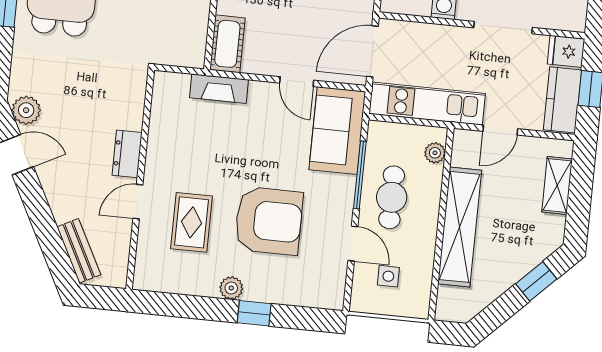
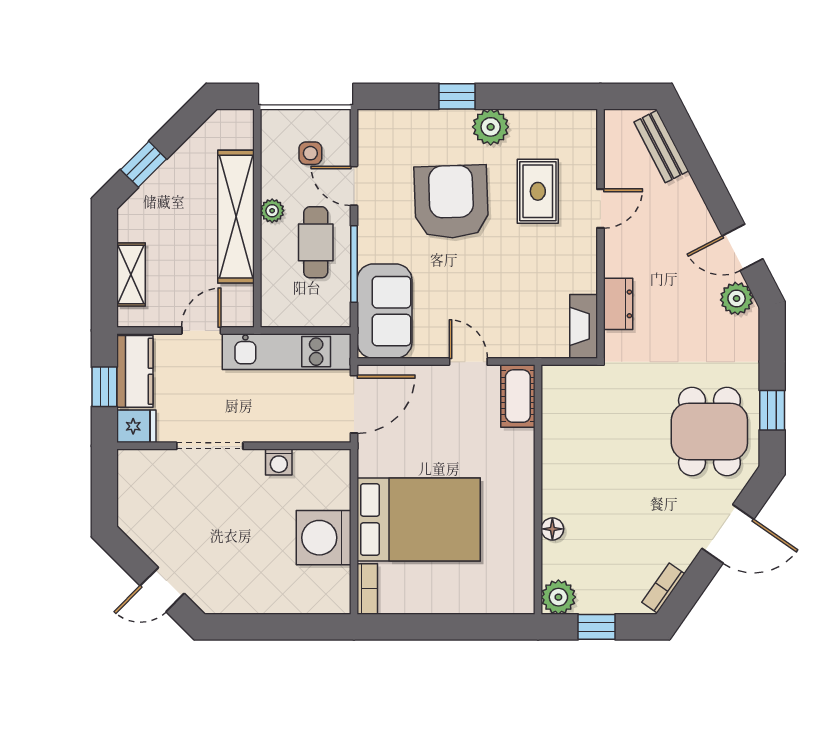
door: (297, 82) -> (468, 362), moved
fireplace: (219, 89) -> (584, 326), moved, turned -90
plant: (435, 153) -> (272, 211), moved
dresser: (127, 154) -> (618, 304), moved
armchair: (269, 221) -> (451, 202), turned 88
plant: (231, 288) -> (491, 127), width x1.38, depth x1.38

